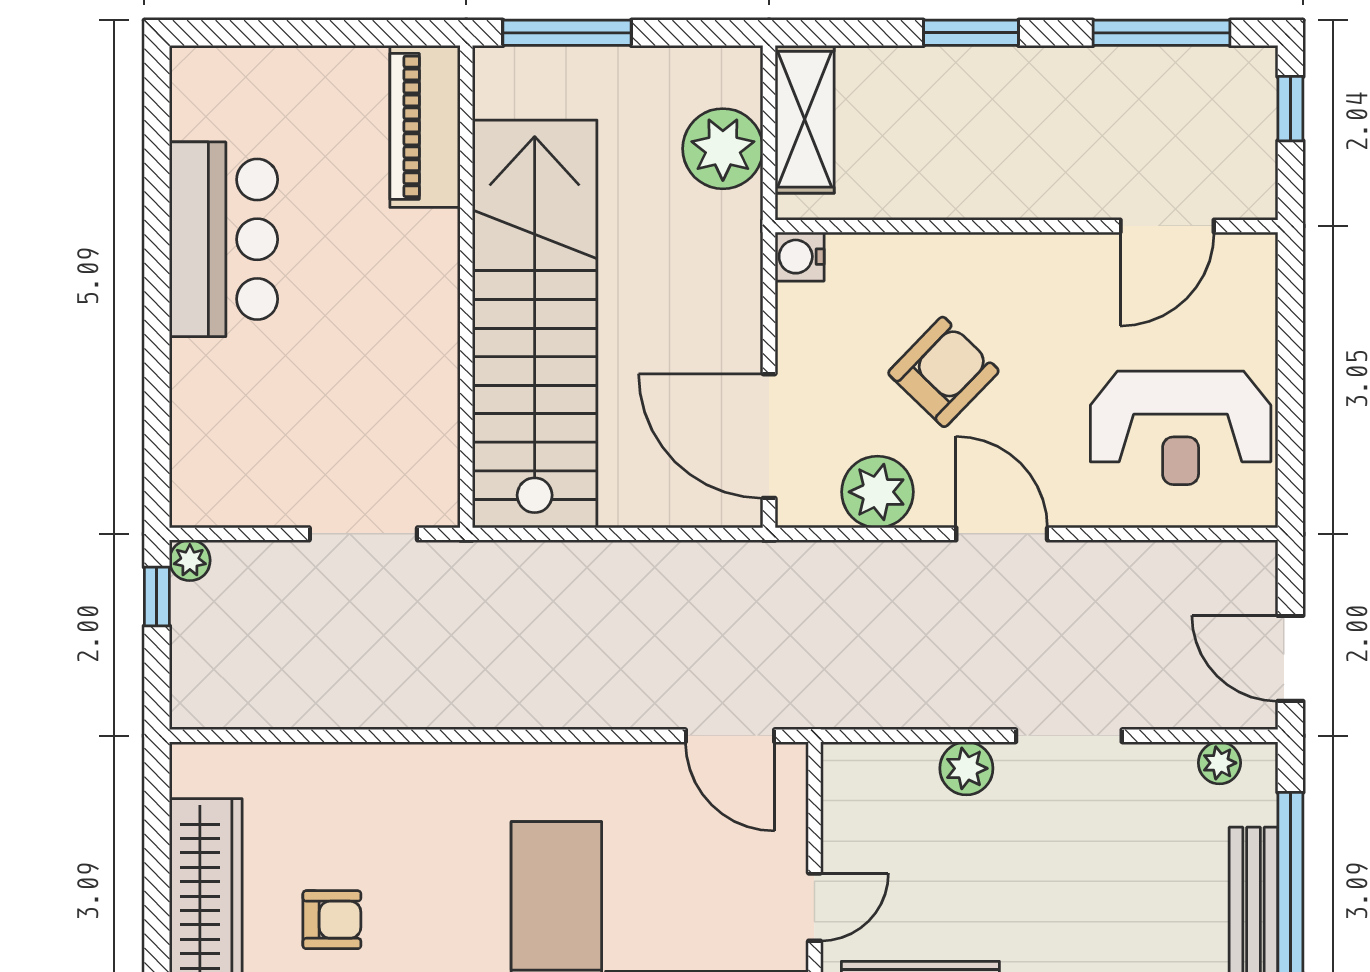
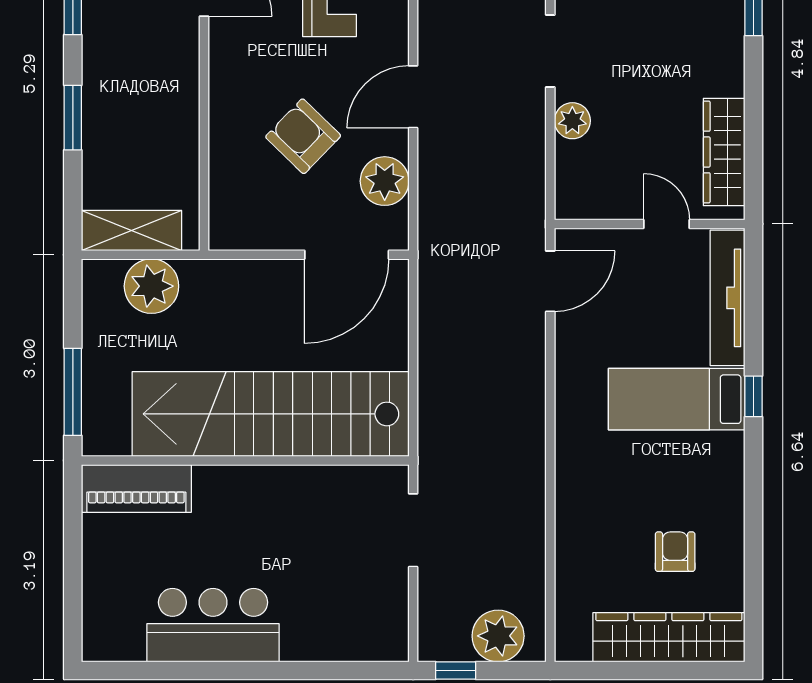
water cooler: (800, 257) -> (225, 234), removed
plant: (190, 560) -> (498, 636), moved, width x1.88, depth x1.88

